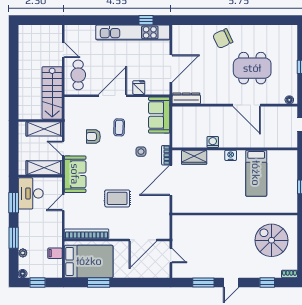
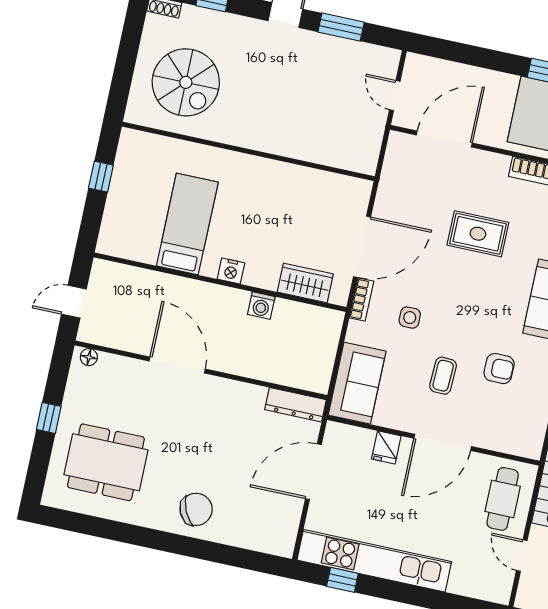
dining table: (252, 68) -> (106, 462), moved

